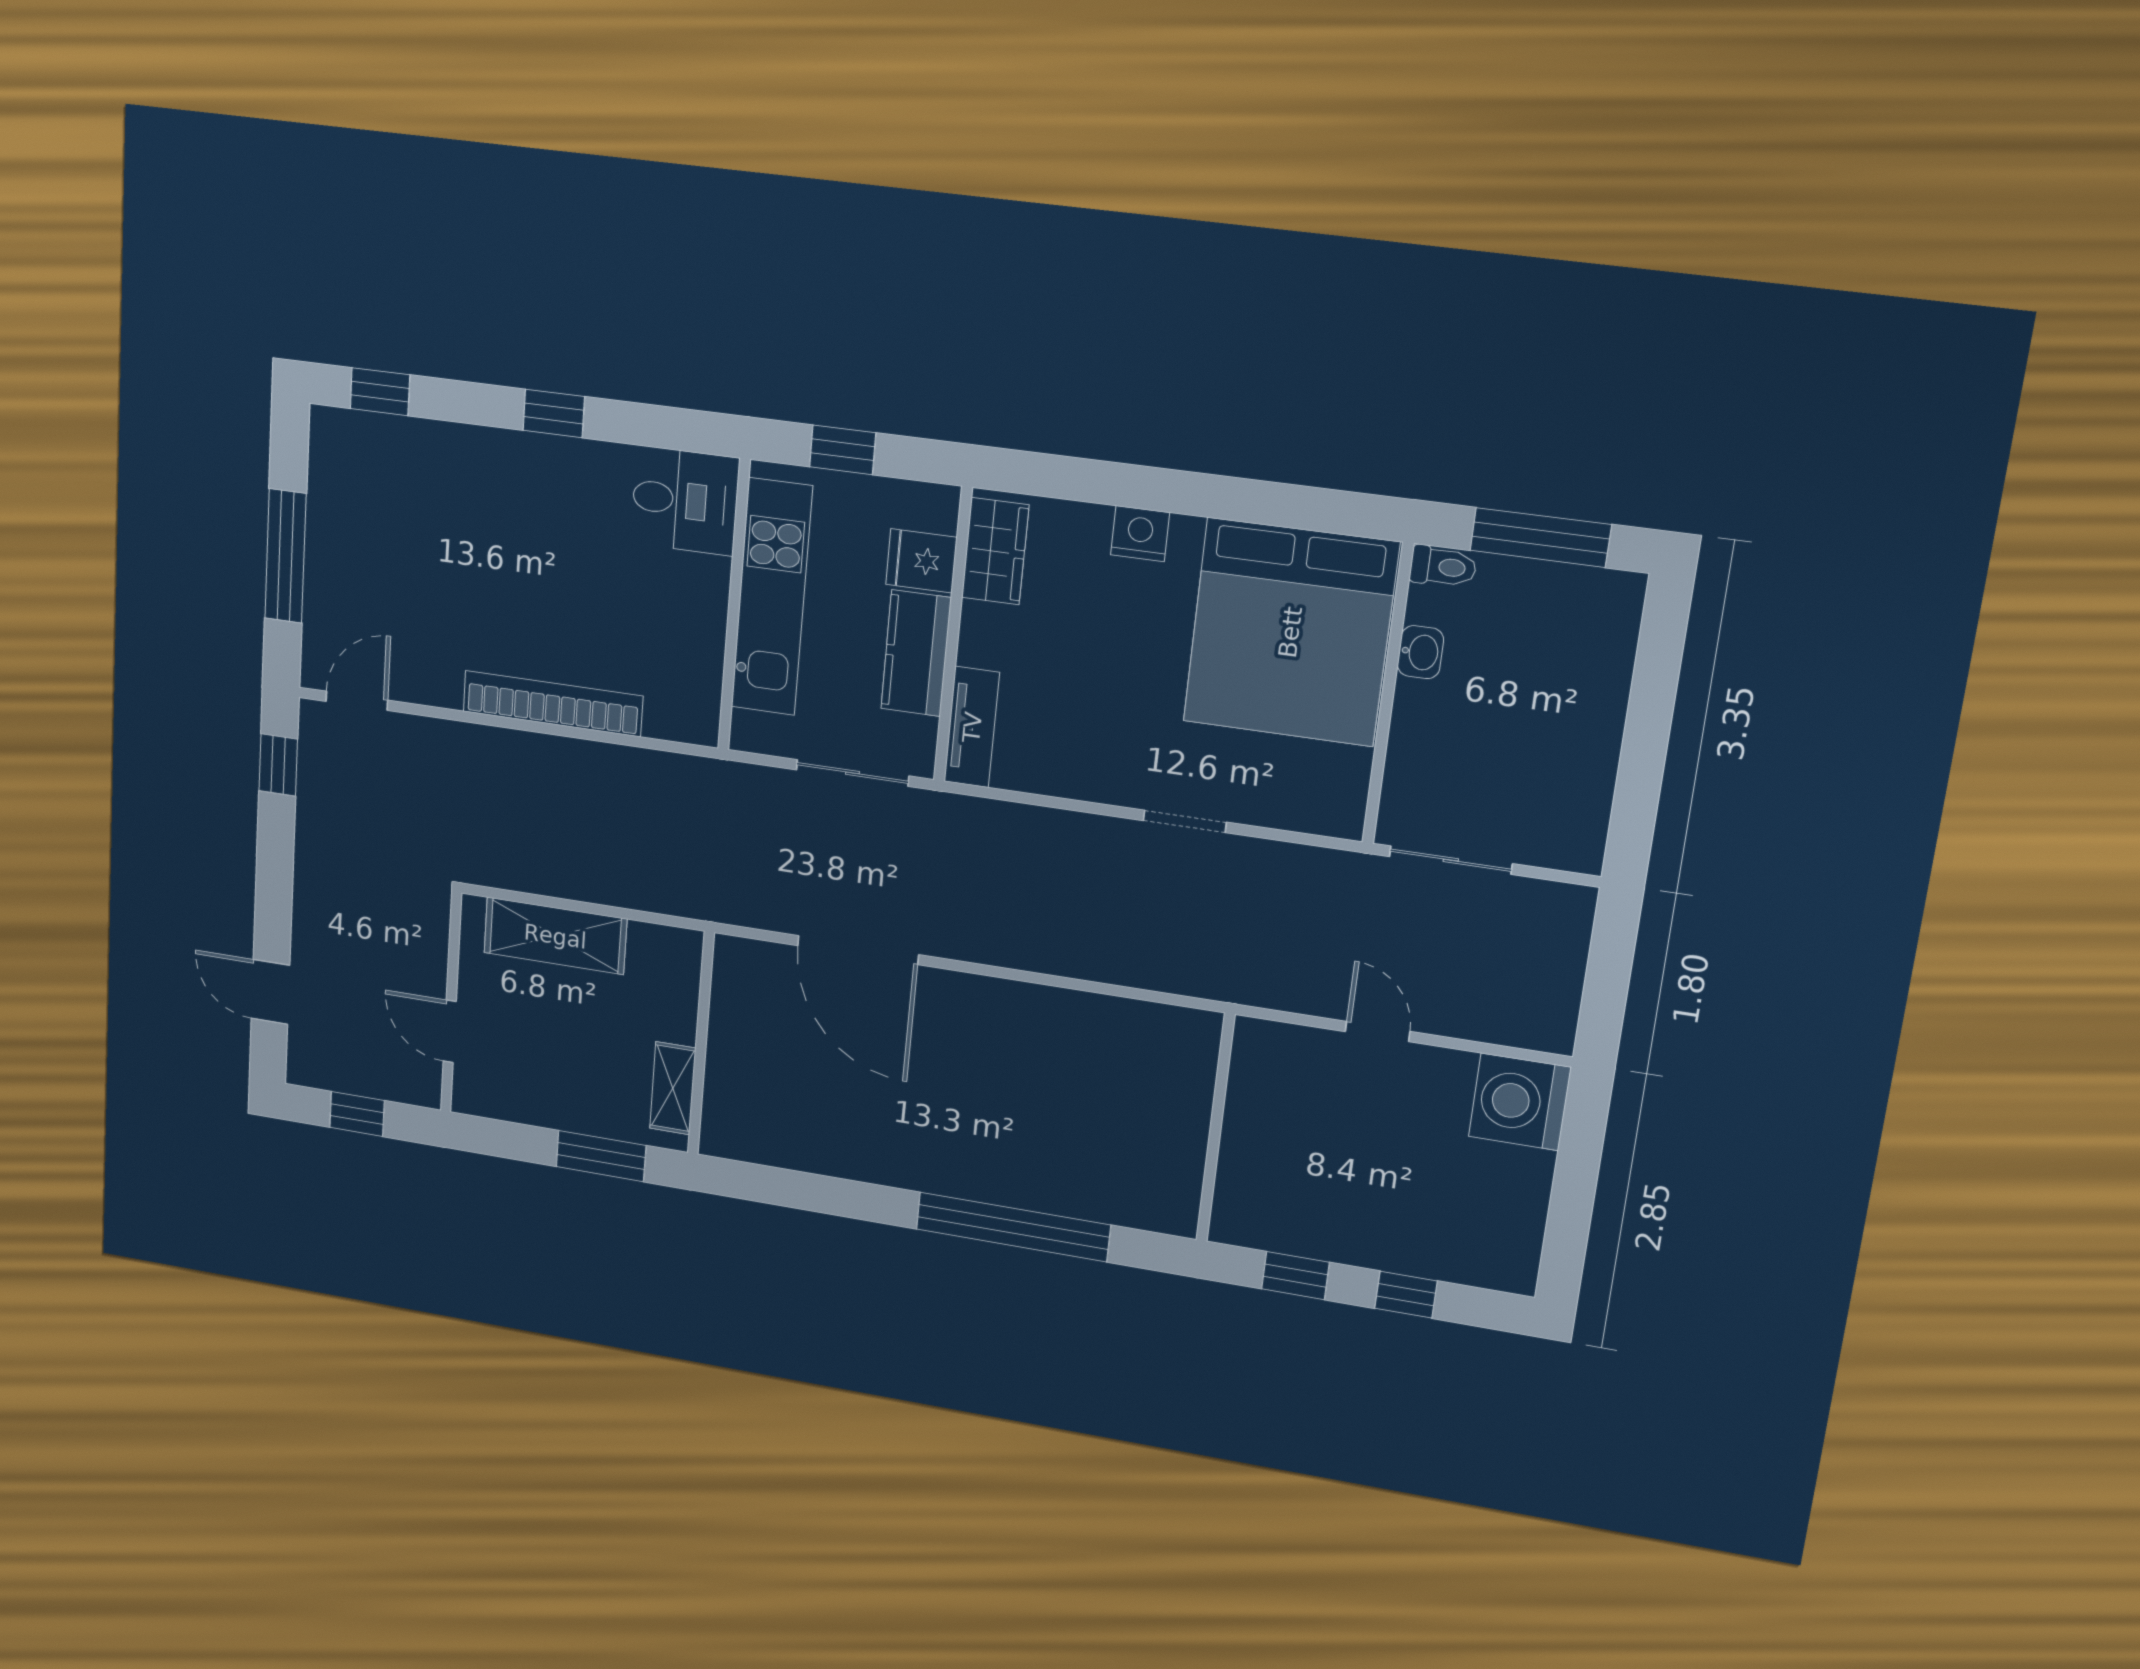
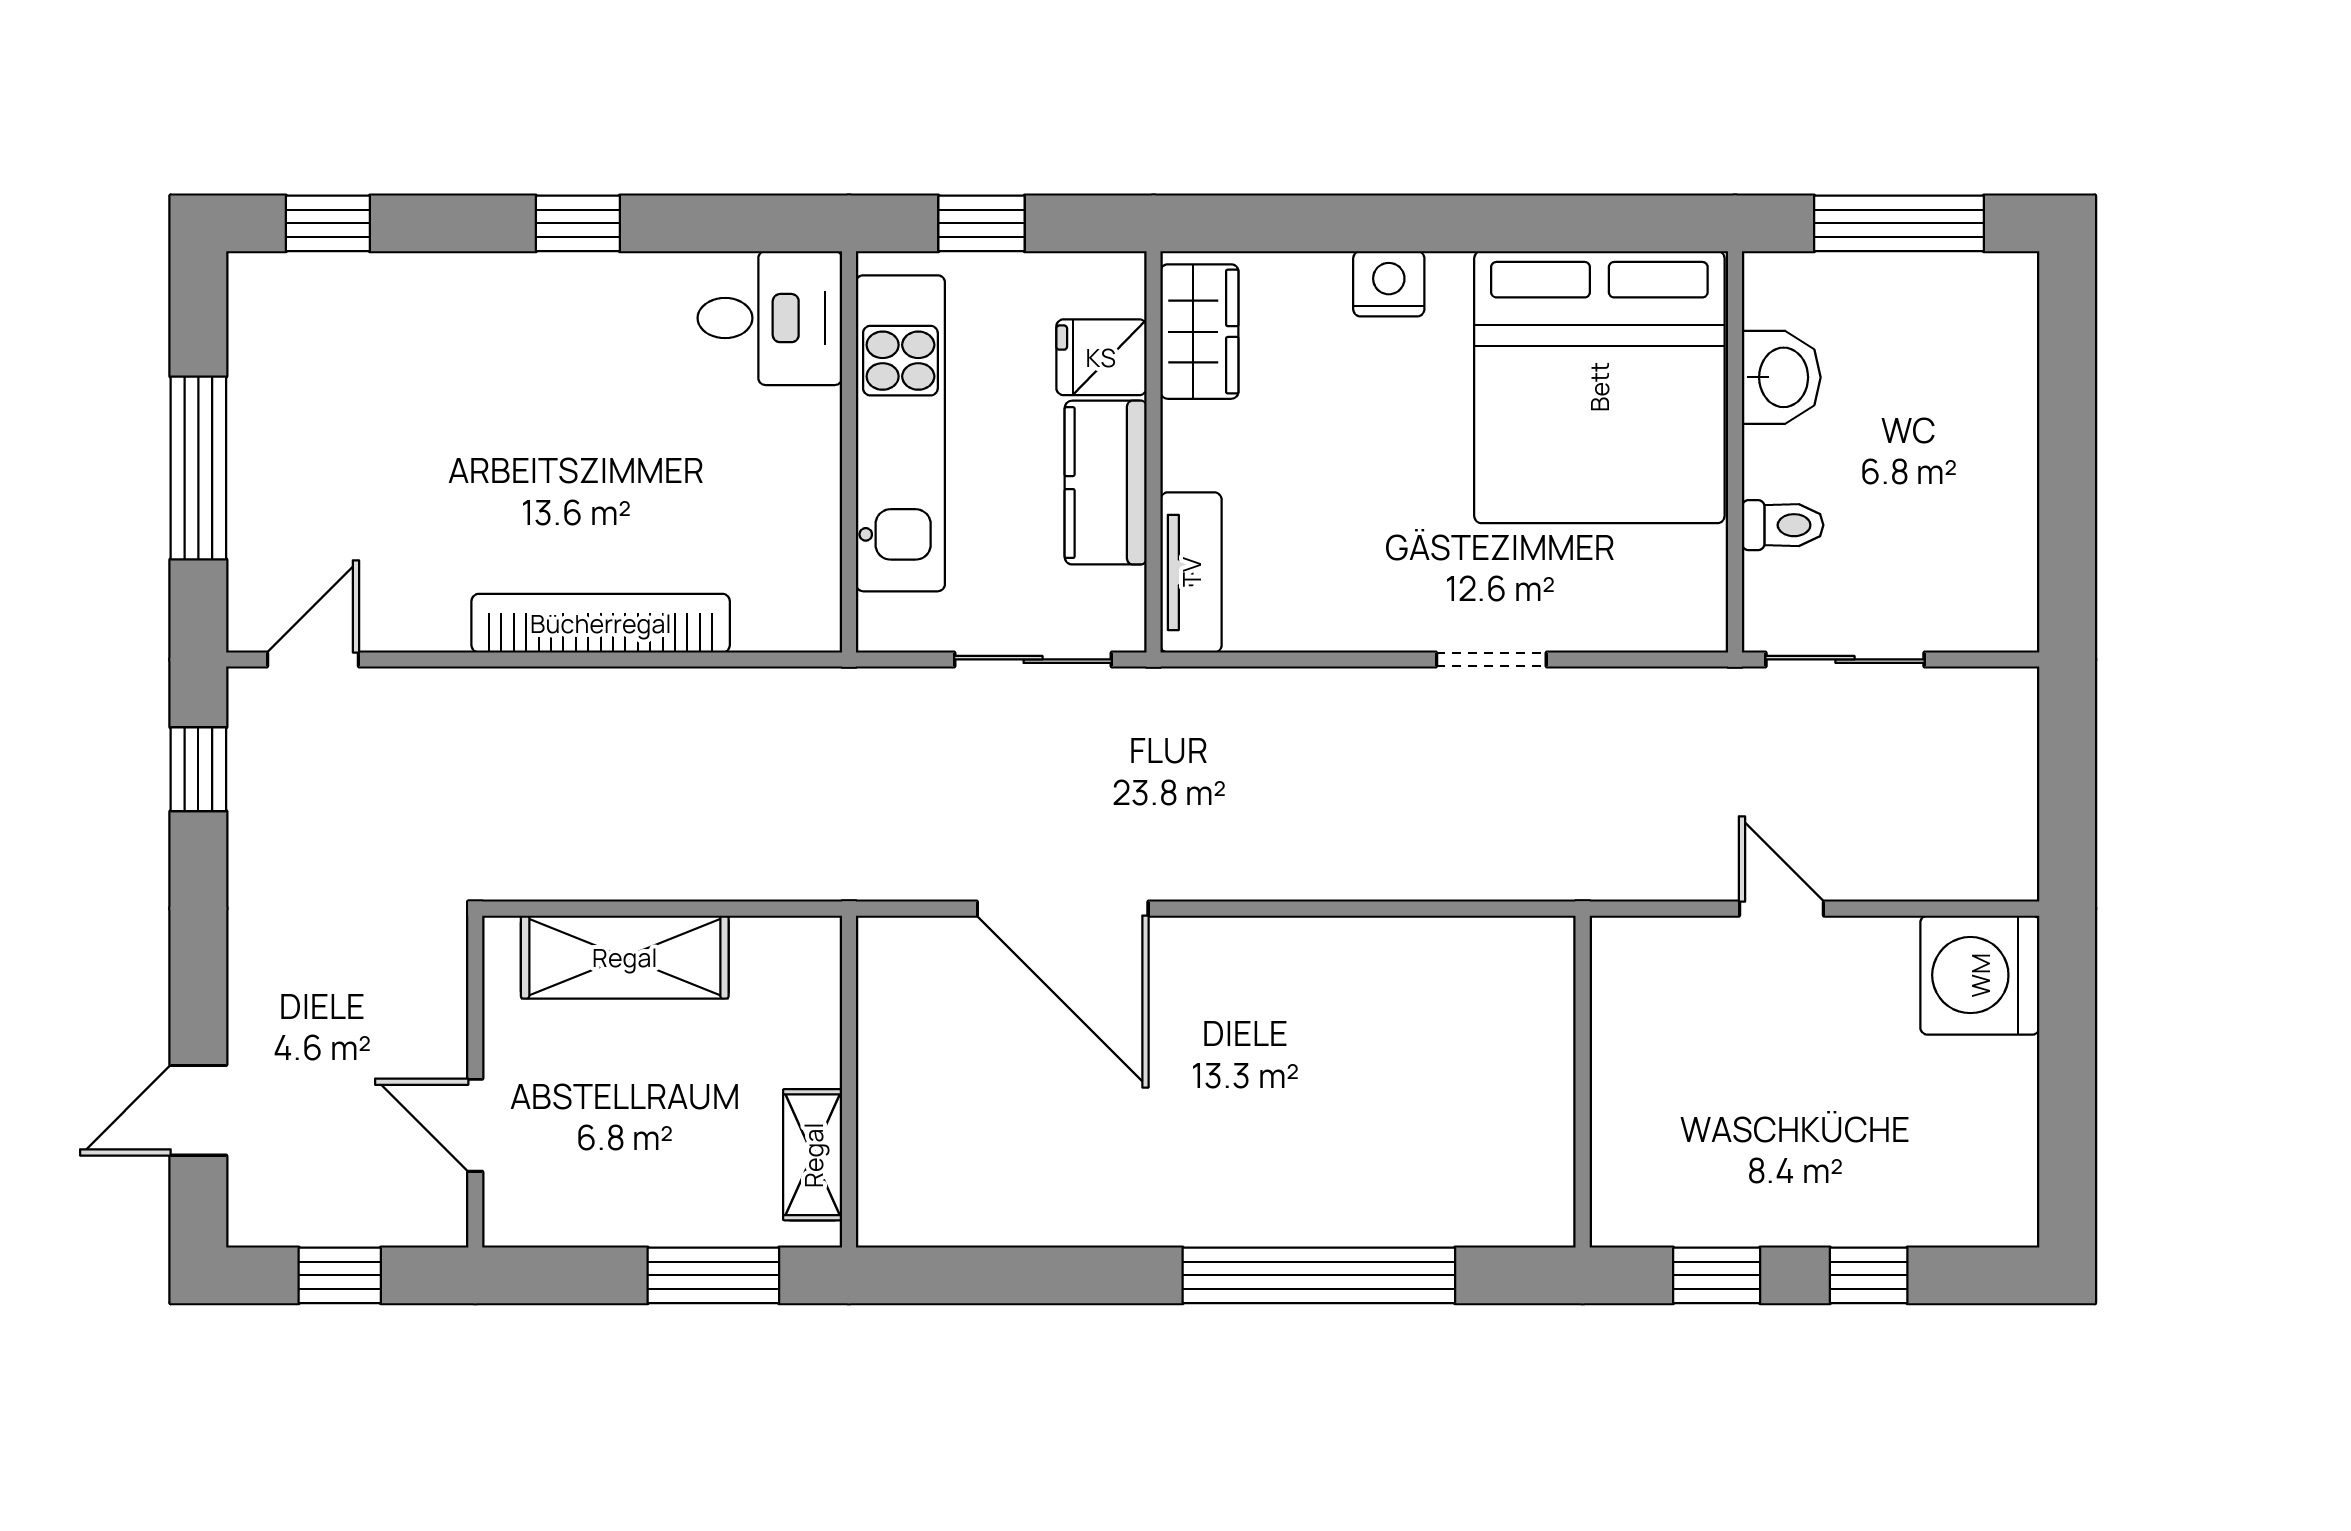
toilet: (1443, 567) -> (1783, 525), moved
washbasin: (1420, 652) -> (1781, 377), width x1.38, depth x1.45
door: (270, 992) -> (198, 1110), hinge flipped

